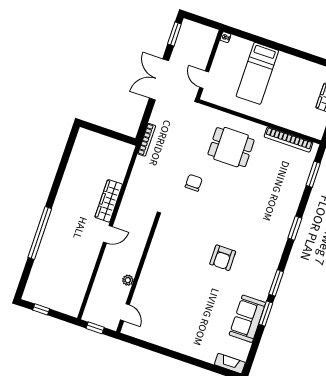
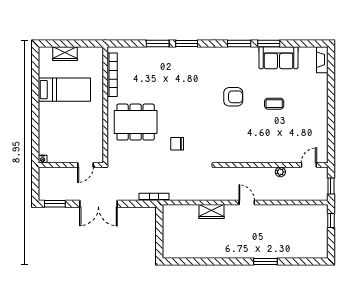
bed: (257, 73) -> (64, 90), moved
dining table: (231, 147) -> (136, 122), width x1.38
window: (313, 174) -> (158, 43), moved
wardrobe: (109, 201) -> (211, 212), width x0.67
window: (40, 233) -> (266, 261), width x0.47
coffee table: (201, 298) -> (274, 104), added
window: (41, 309) -> (331, 221), moved

